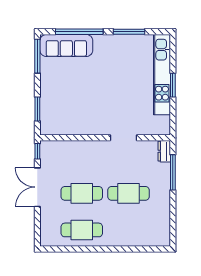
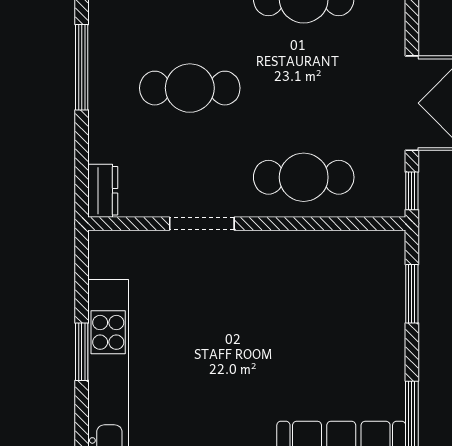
window: (173, 172) -> (82, 67), moved
cafe table: (82, 193) -> (304, 177), moved

